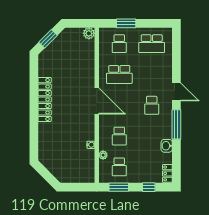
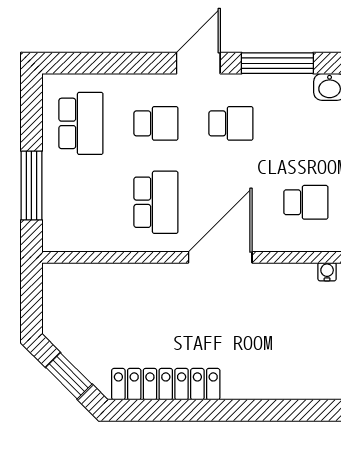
window: (126, 23) -> (31, 186), width x1.44
plant: (89, 33) -> (56, 276), removed
school desk: (119, 44) -> (156, 123), moved
locker: (45, 100) -> (166, 384), moved

